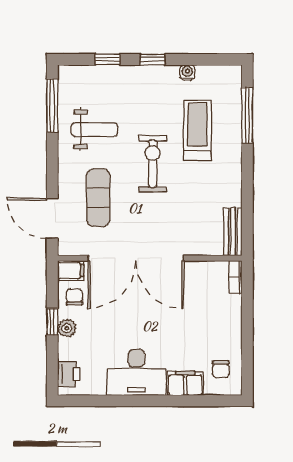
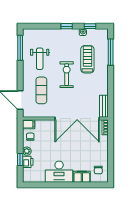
window: (107, 59) -> (90, 26), moved
weight bench: (95, 129) -> (40, 59), turned 90
double door: (136, 258) -> (77, 119), moved
window: (52, 322) -> (20, 159), moved
printer: (69, 374) -> (28, 162), moved

